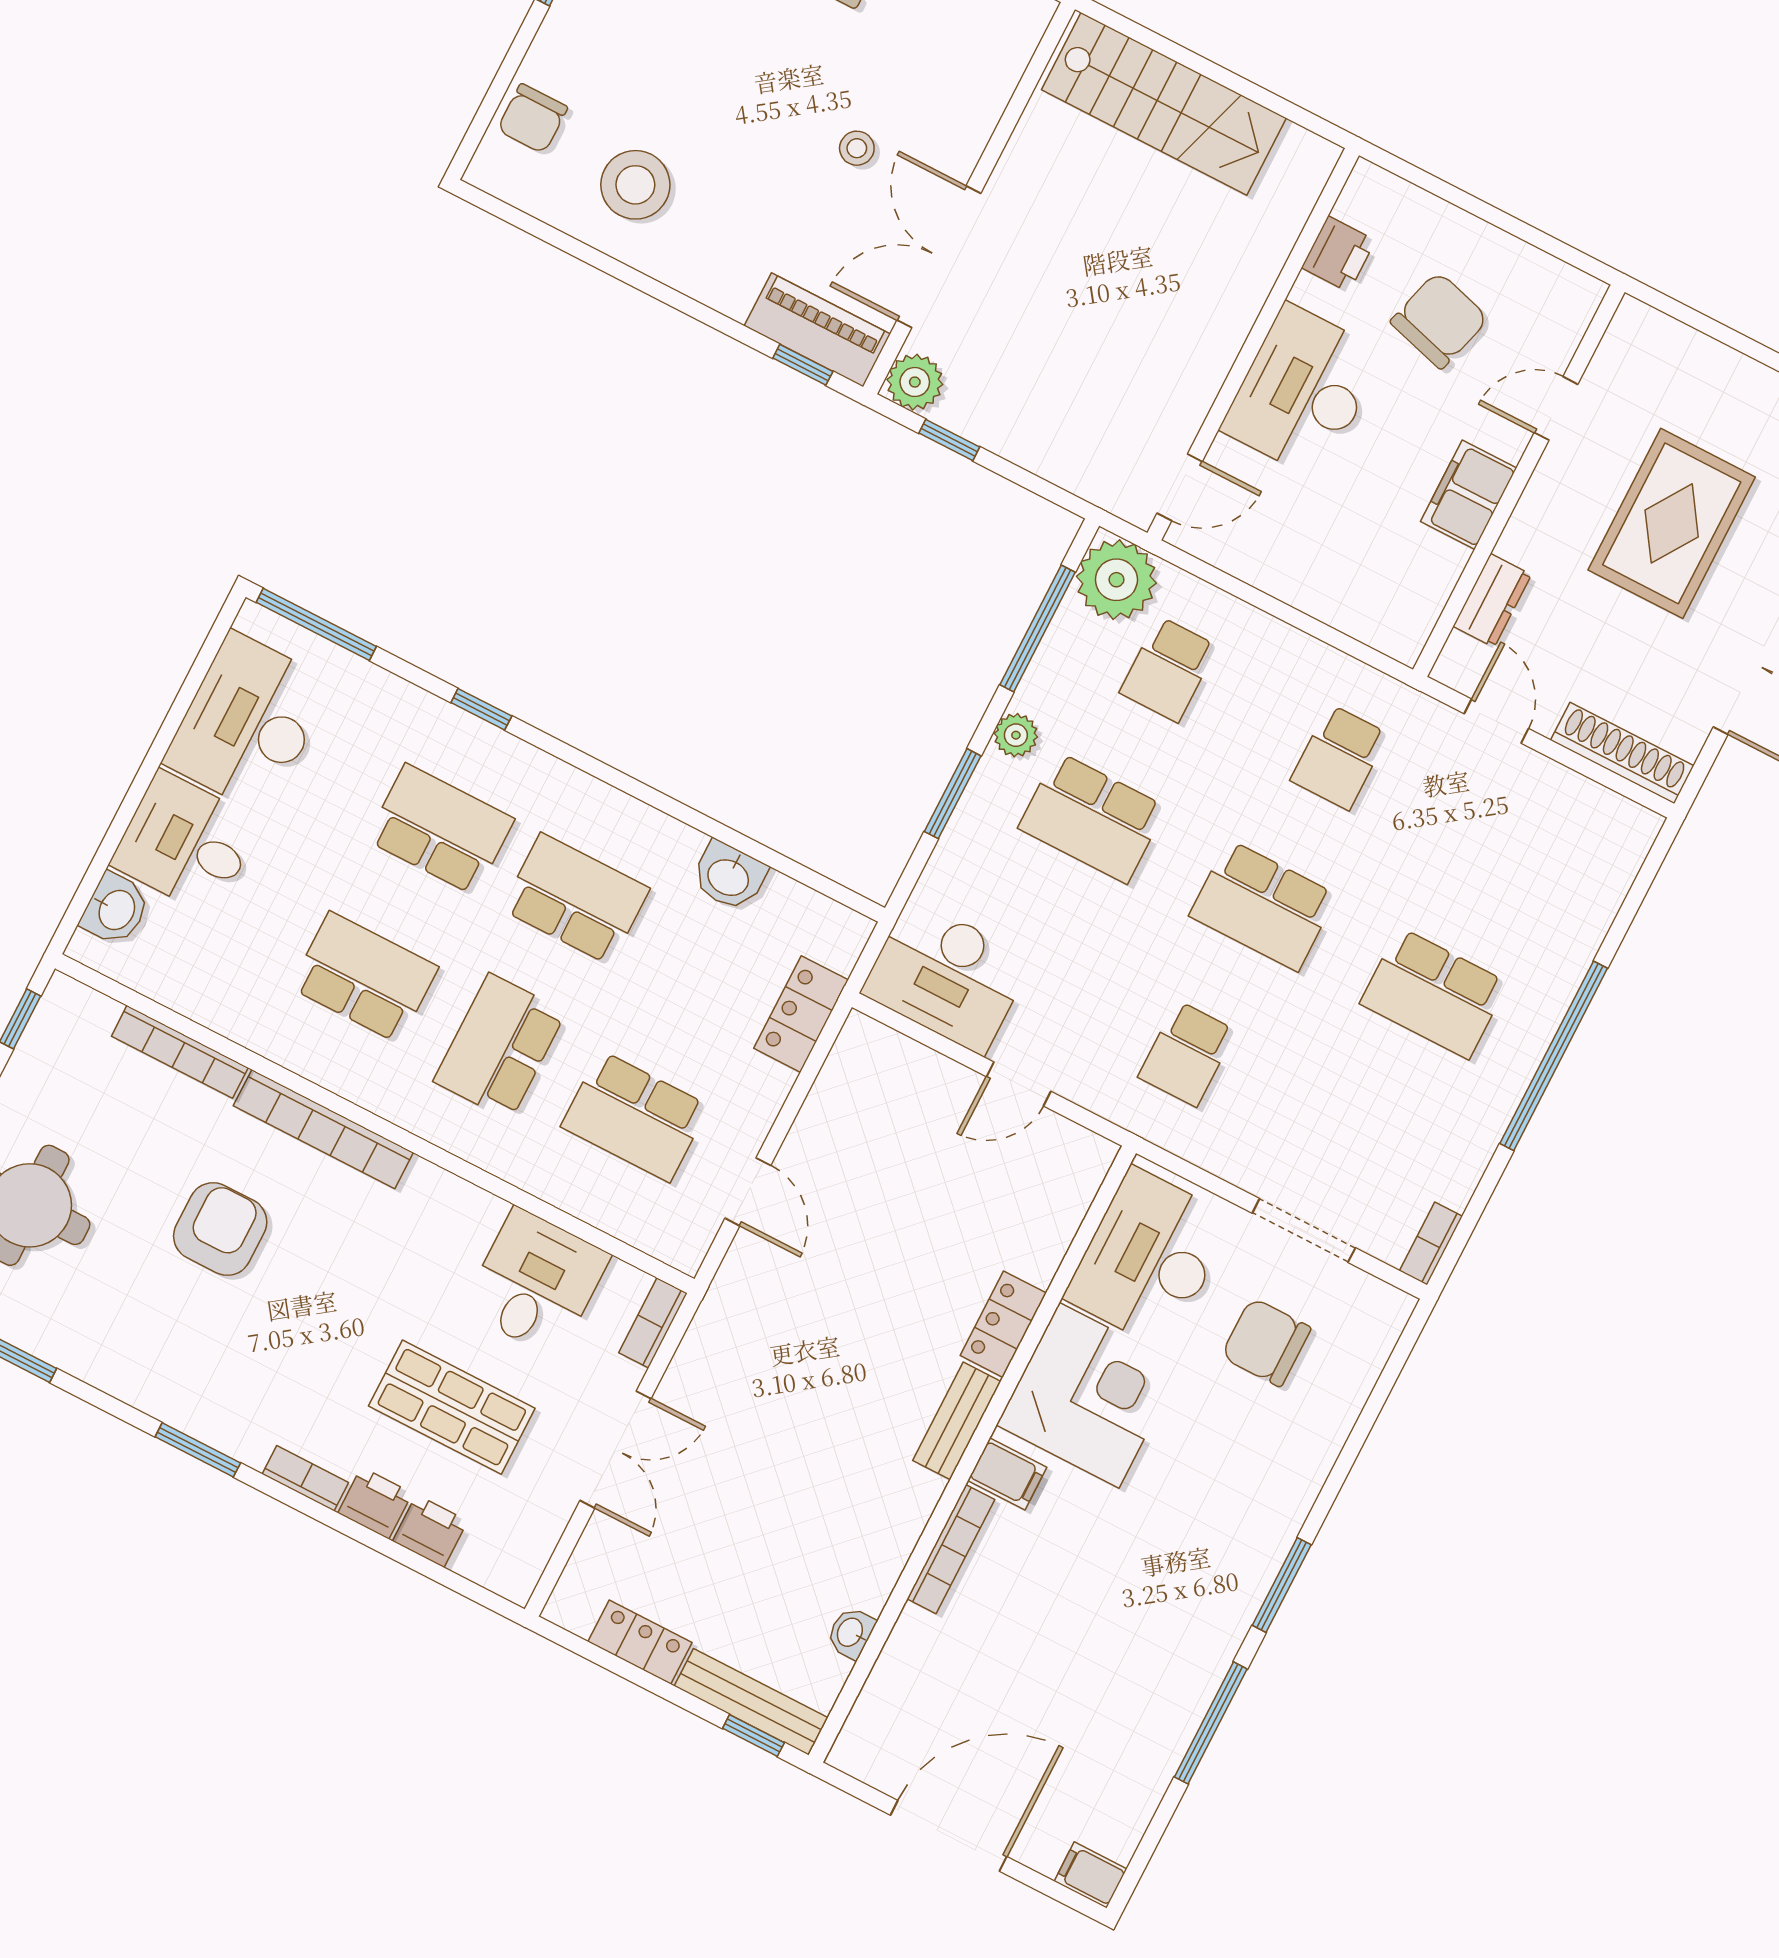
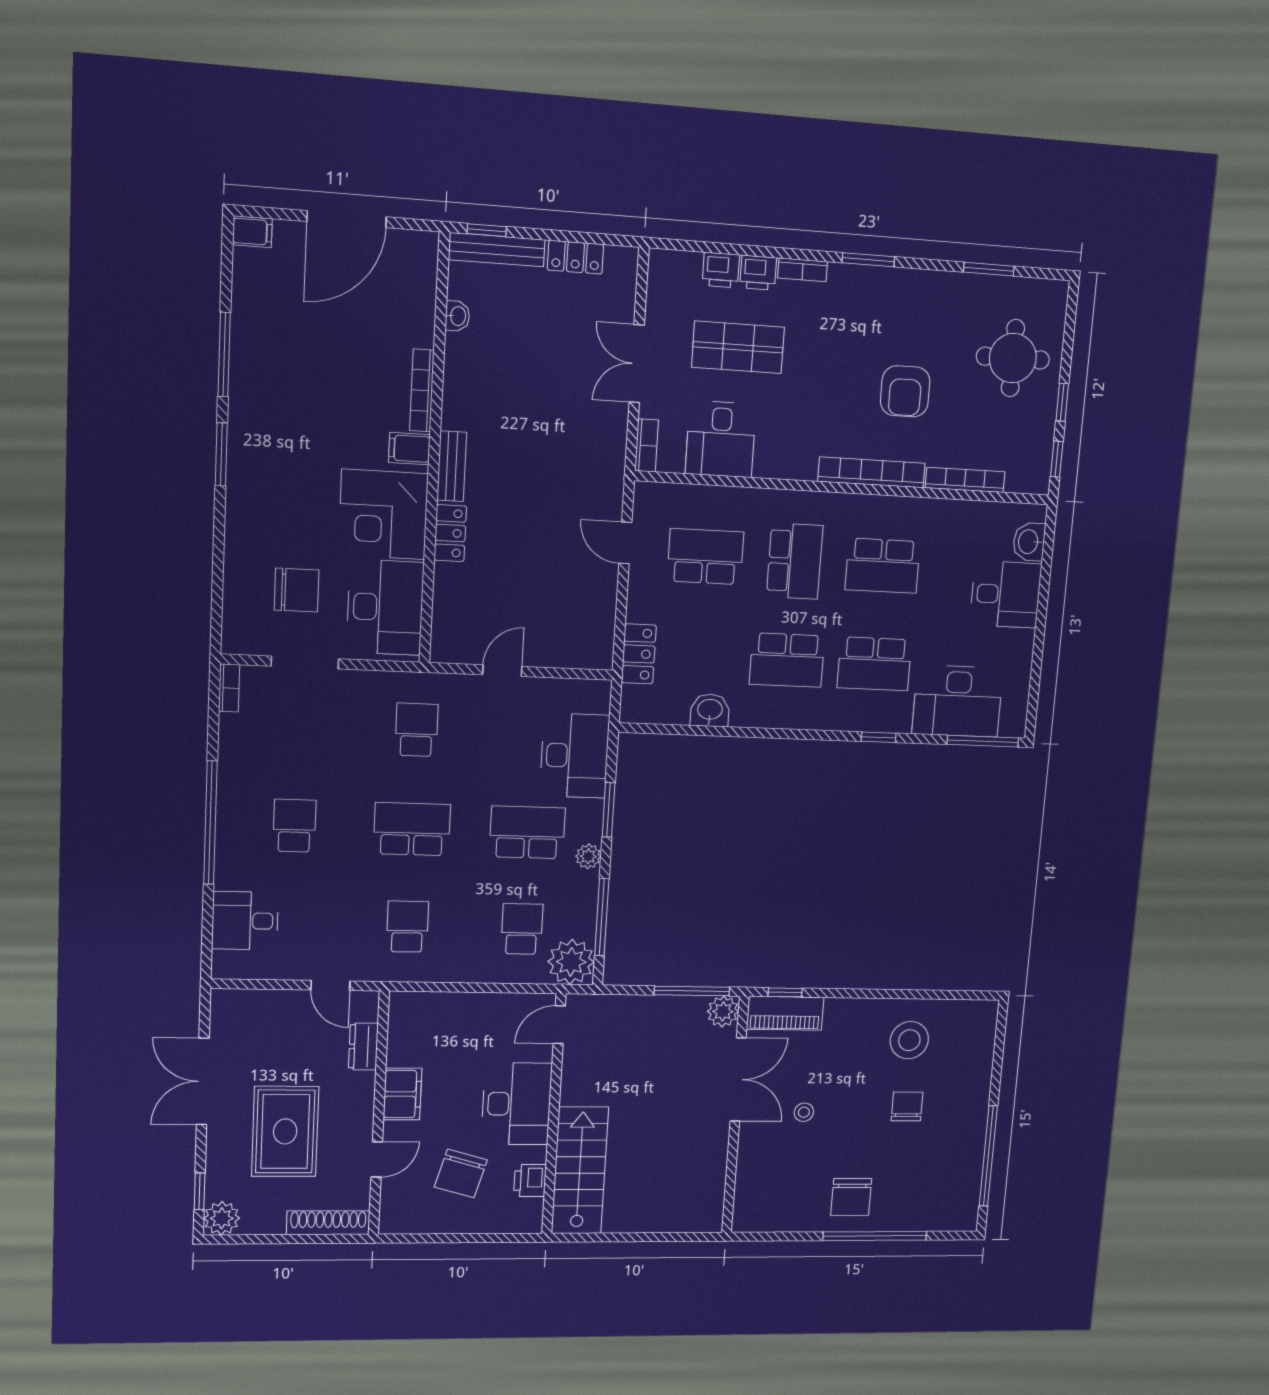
stairs: (1164, 104) -> (580, 1170), moved, turned 90
chair: (532, 119) -> (907, 1106), moved
window: (949, 440) -> (692, 991), width x2.17
desk: (248, 723) -> (957, 701), moved, turned 90
shoe rack: (1622, 753) -> (328, 1223), moved, turned 180
desk: (1574, 883) -> (245, 921), added
desk: (947, 976) -> (575, 756), moved, turned 90
school desk: (1434, 993) -> (294, 826), width x0.54

